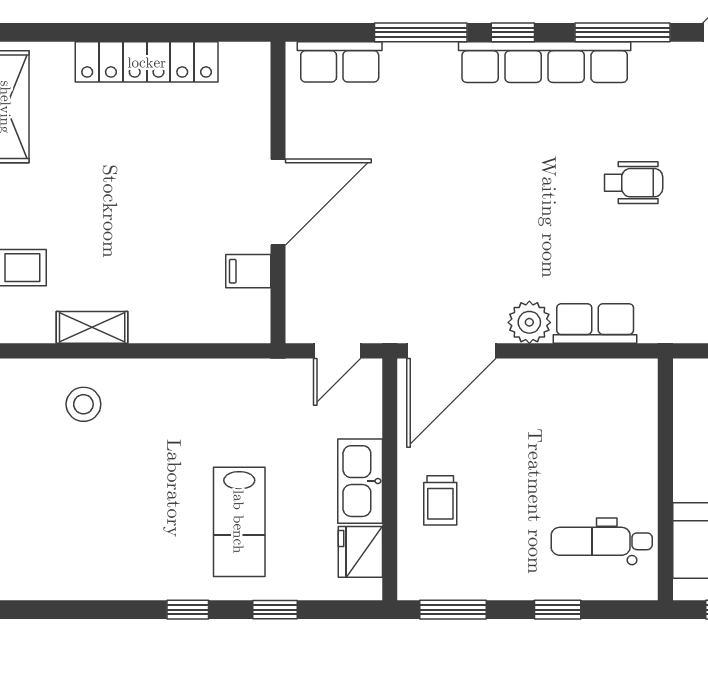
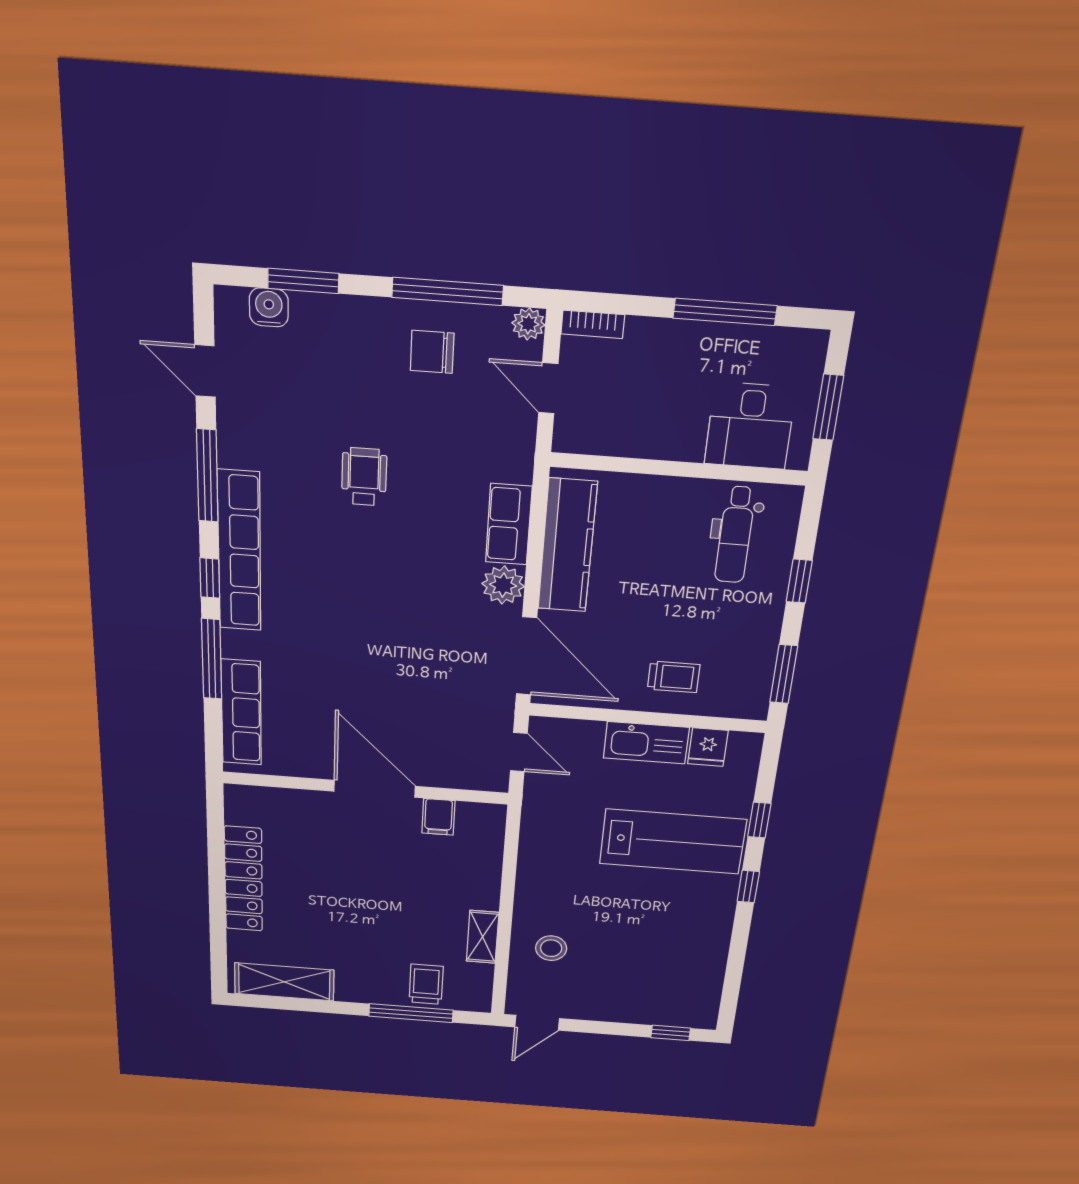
row of seats: (340, 62) -> (241, 713), width x1.48
kitchen counter: (577, 382) -> (567, 546), added
lab bench: (239, 522) -> (673, 842), width x1.36, depth x1.39
fridge: (360, 552) -> (708, 747), width x0.72

